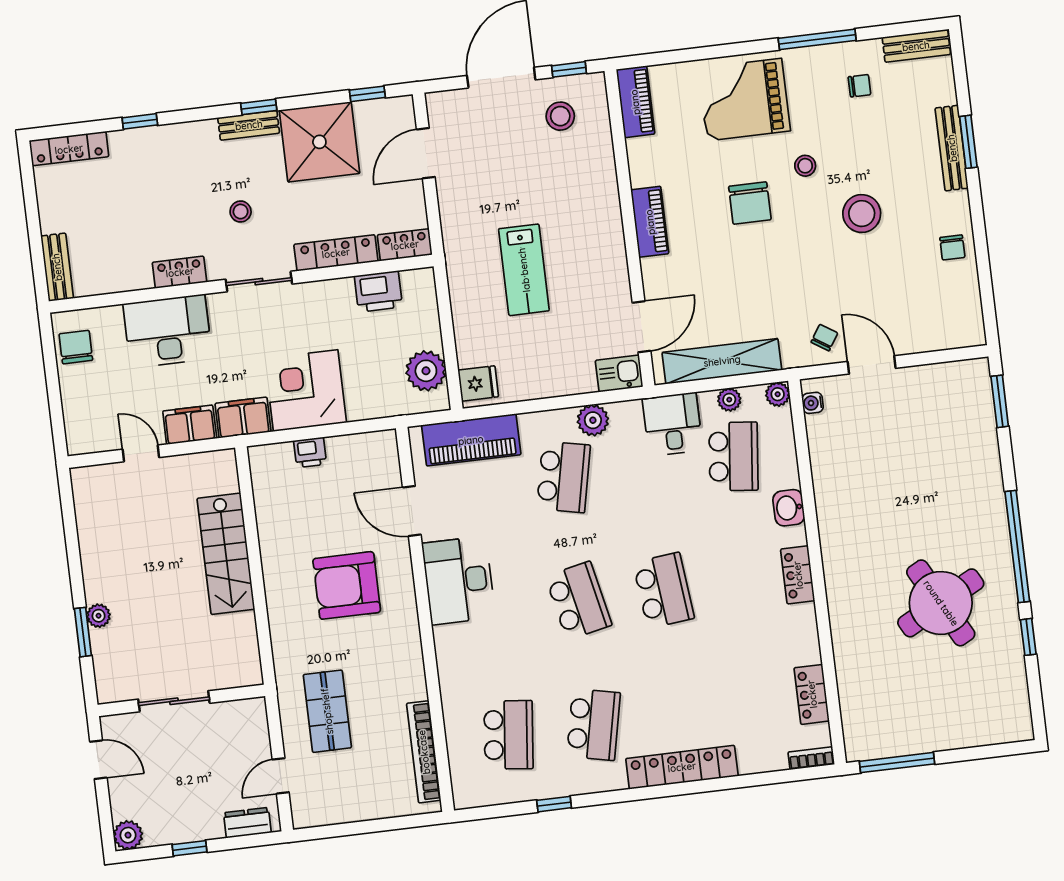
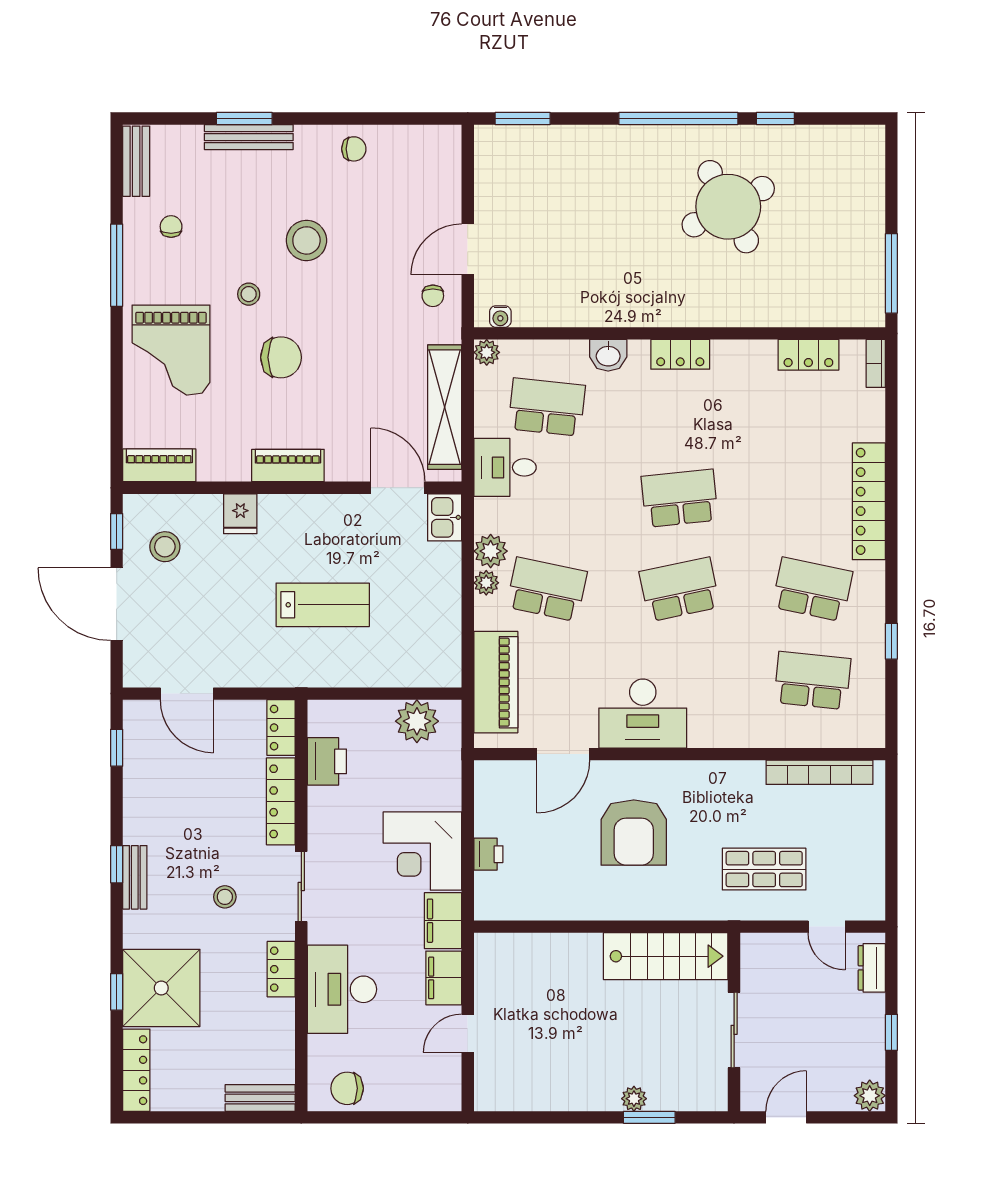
shower: (319, 142) -> (161, 988), moved
chair: (824, 338) -> (433, 296), turned -123
fridge: (478, 383) -> (240, 514), moved, turned 180
plant: (729, 400) -> (486, 583), moved
stairs: (226, 554) -> (666, 956), moved

